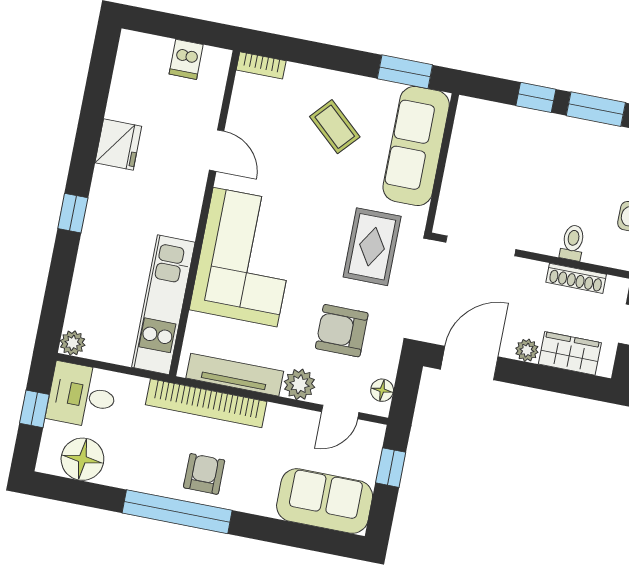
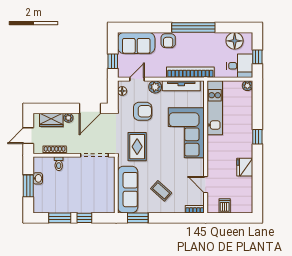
door: (217, 151) -> (206, 185), moved
armchair: (204, 474) -> (168, 41), moved

